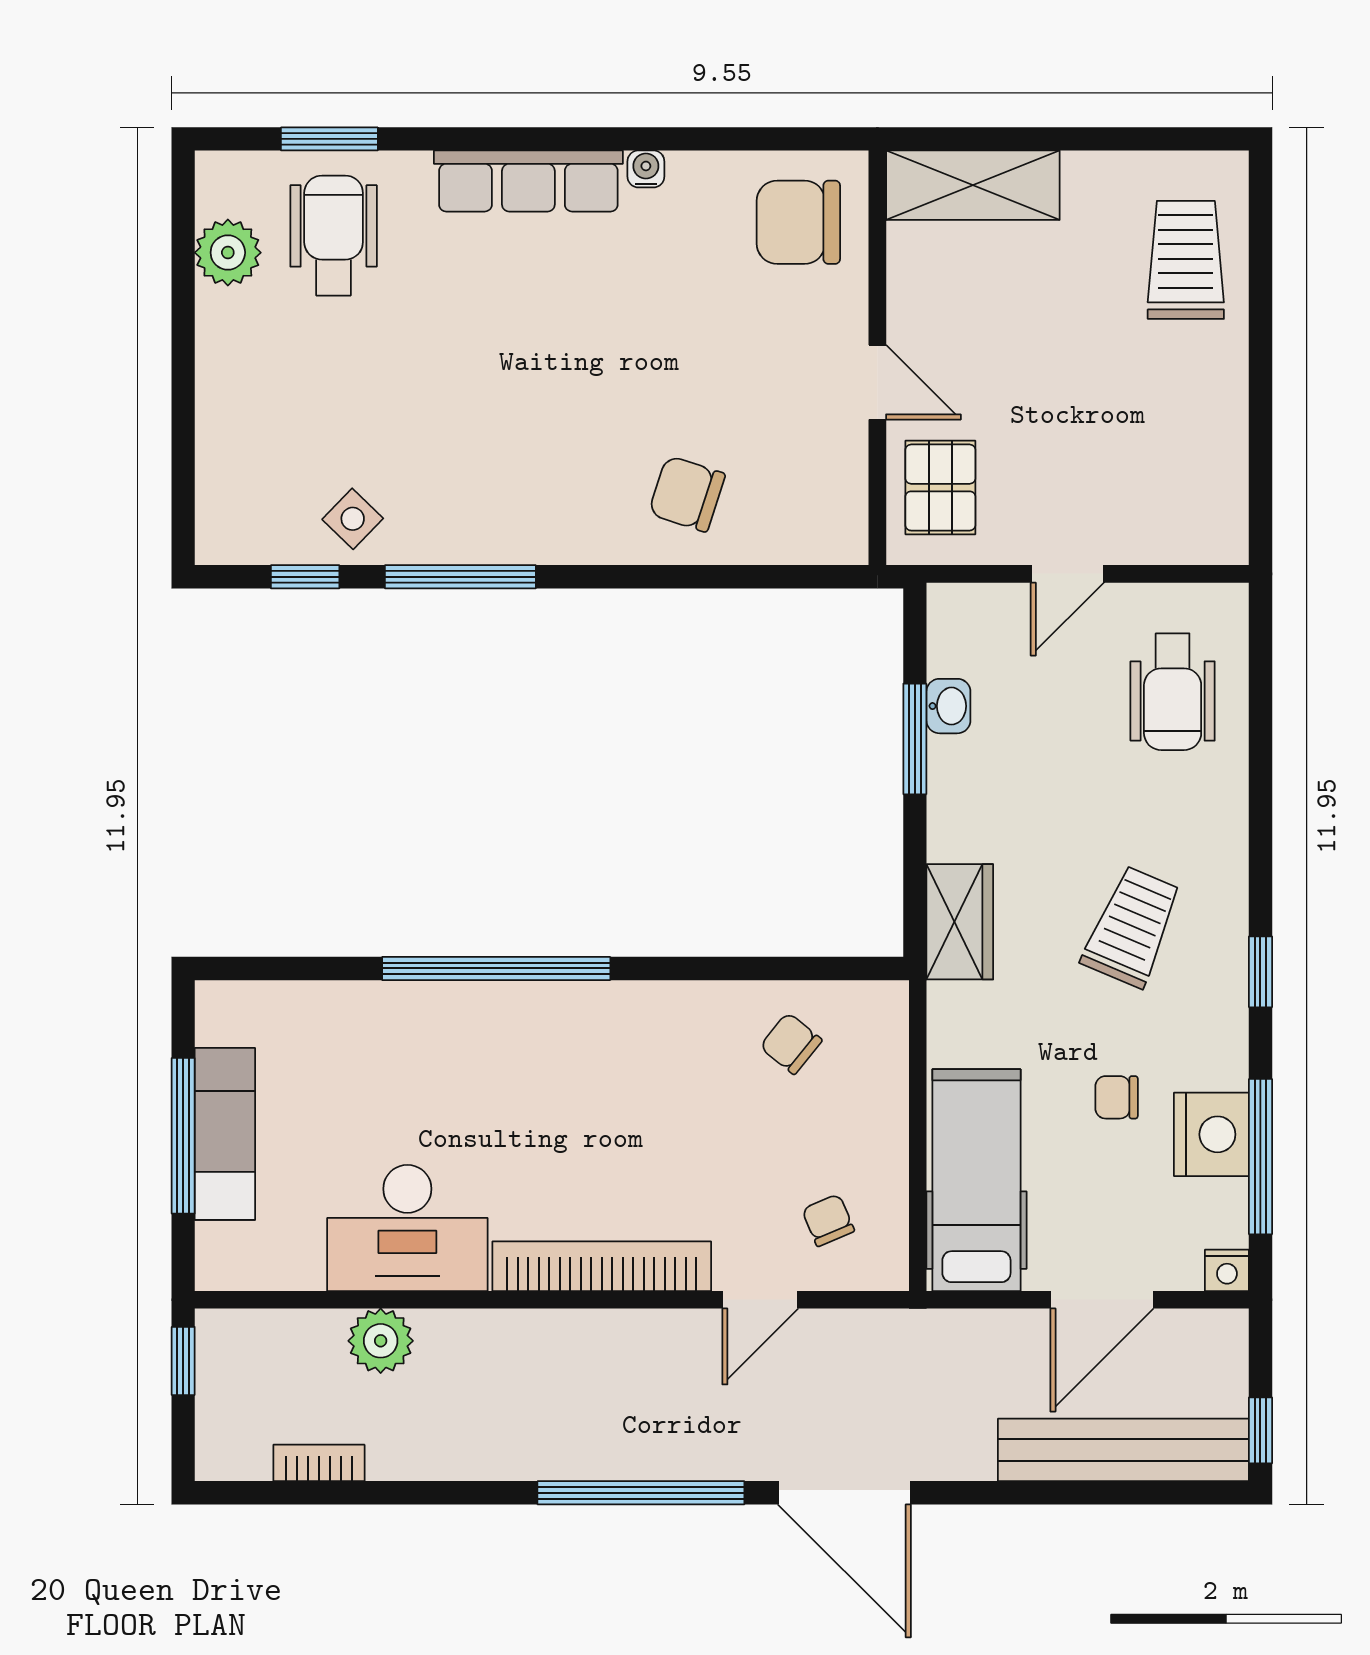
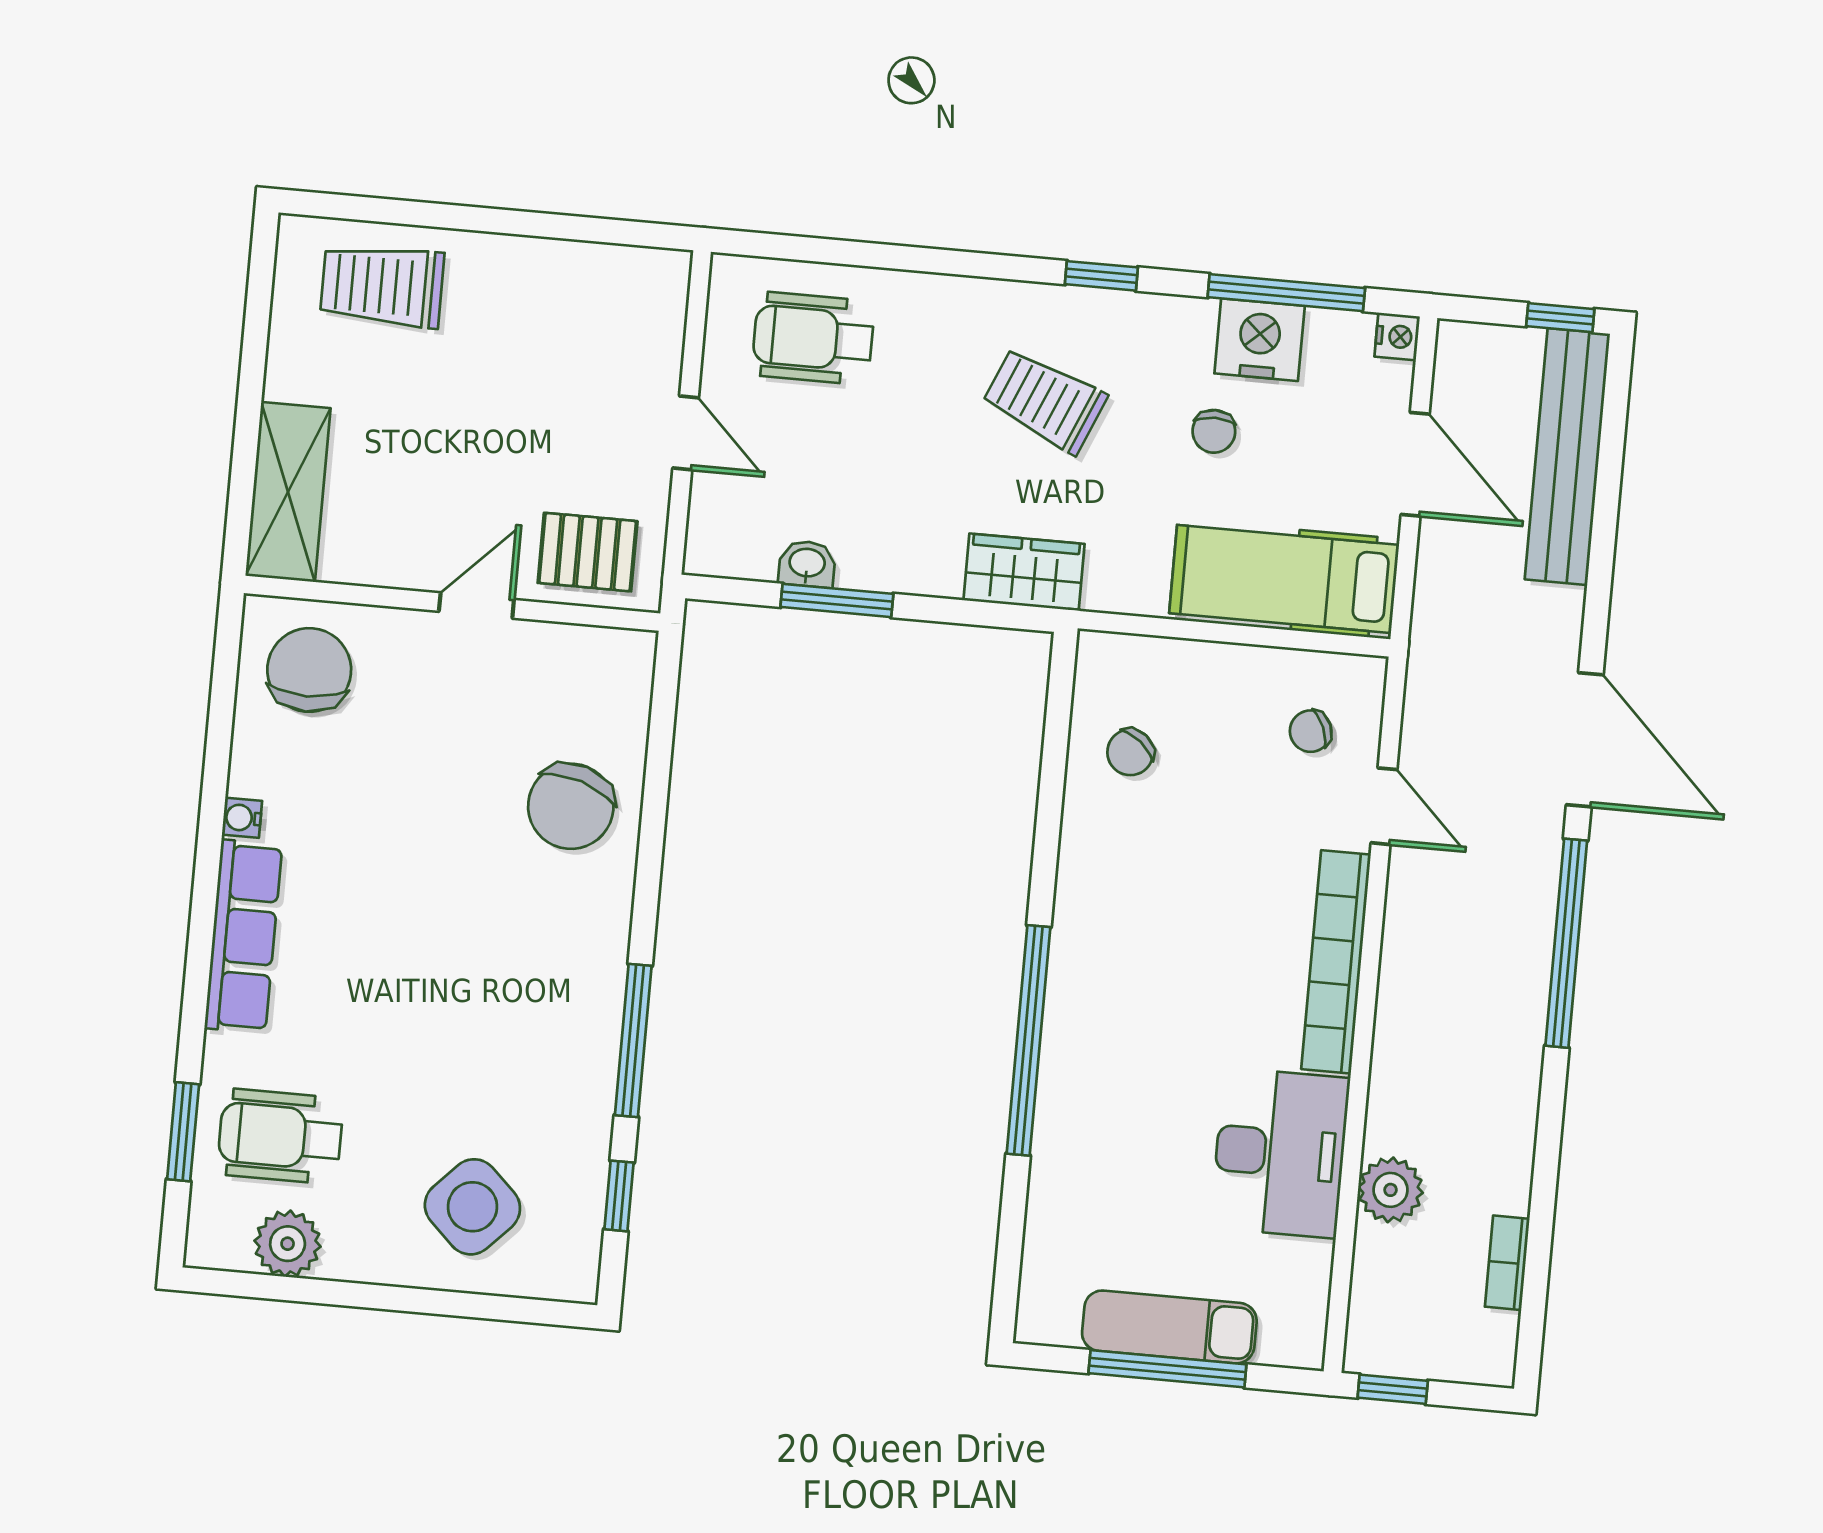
chair: (798, 222) -> (309, 670), turned 180
chair: (687, 494) -> (571, 806), width x1.37, depth x1.37
side table: (353, 519) -> (472, 1207), moved, width x1.87, depth x1.87
wheelchair: (1173, 692) -> (813, 338), turned 180
door: (844, 1493) -> (1585, 740), hinge flipped

